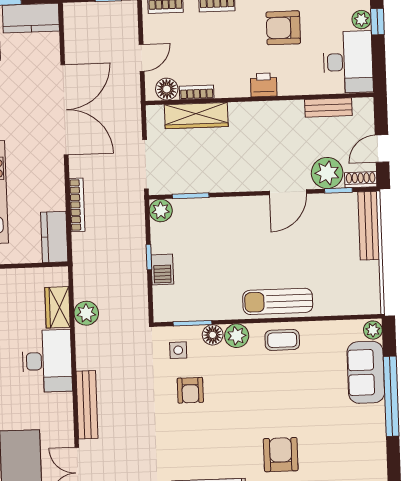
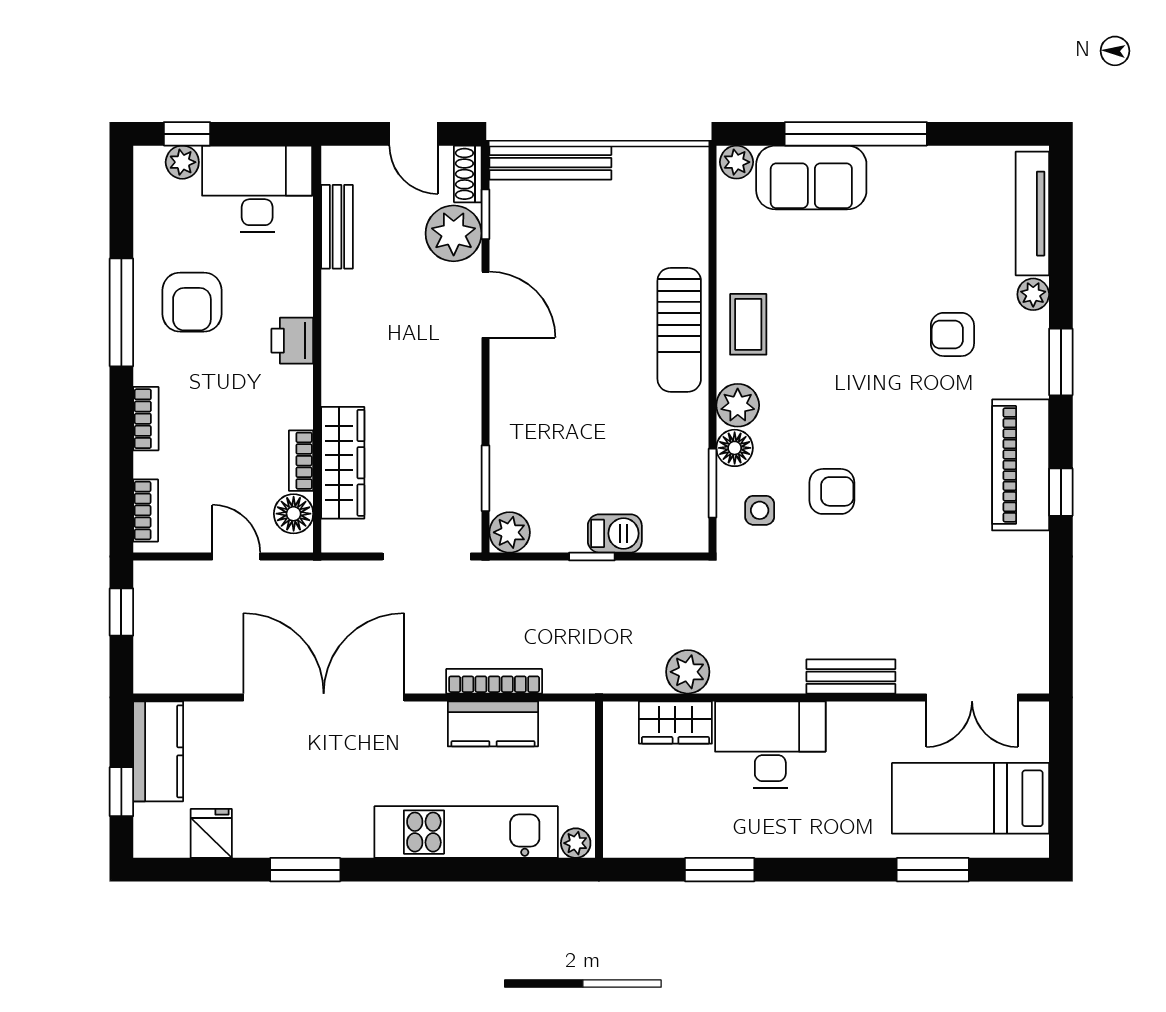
kitchen counter: (54, 237) -> (493, 724), moved
bench: (87, 405) -> (851, 677), width x0.73
armchair: (281, 455) -> (952, 334), width x0.72, depth x0.72

